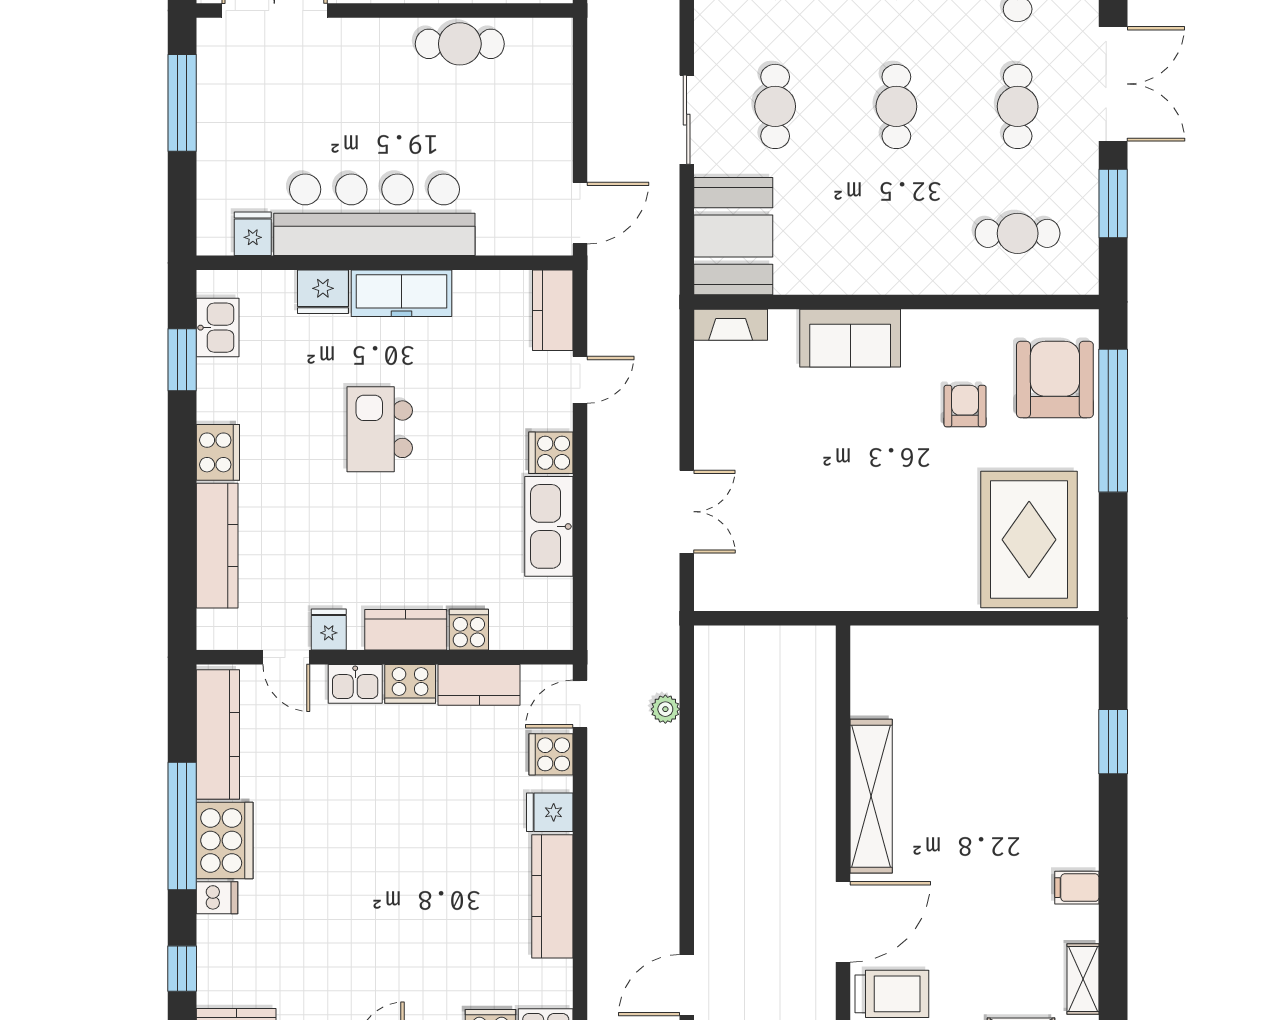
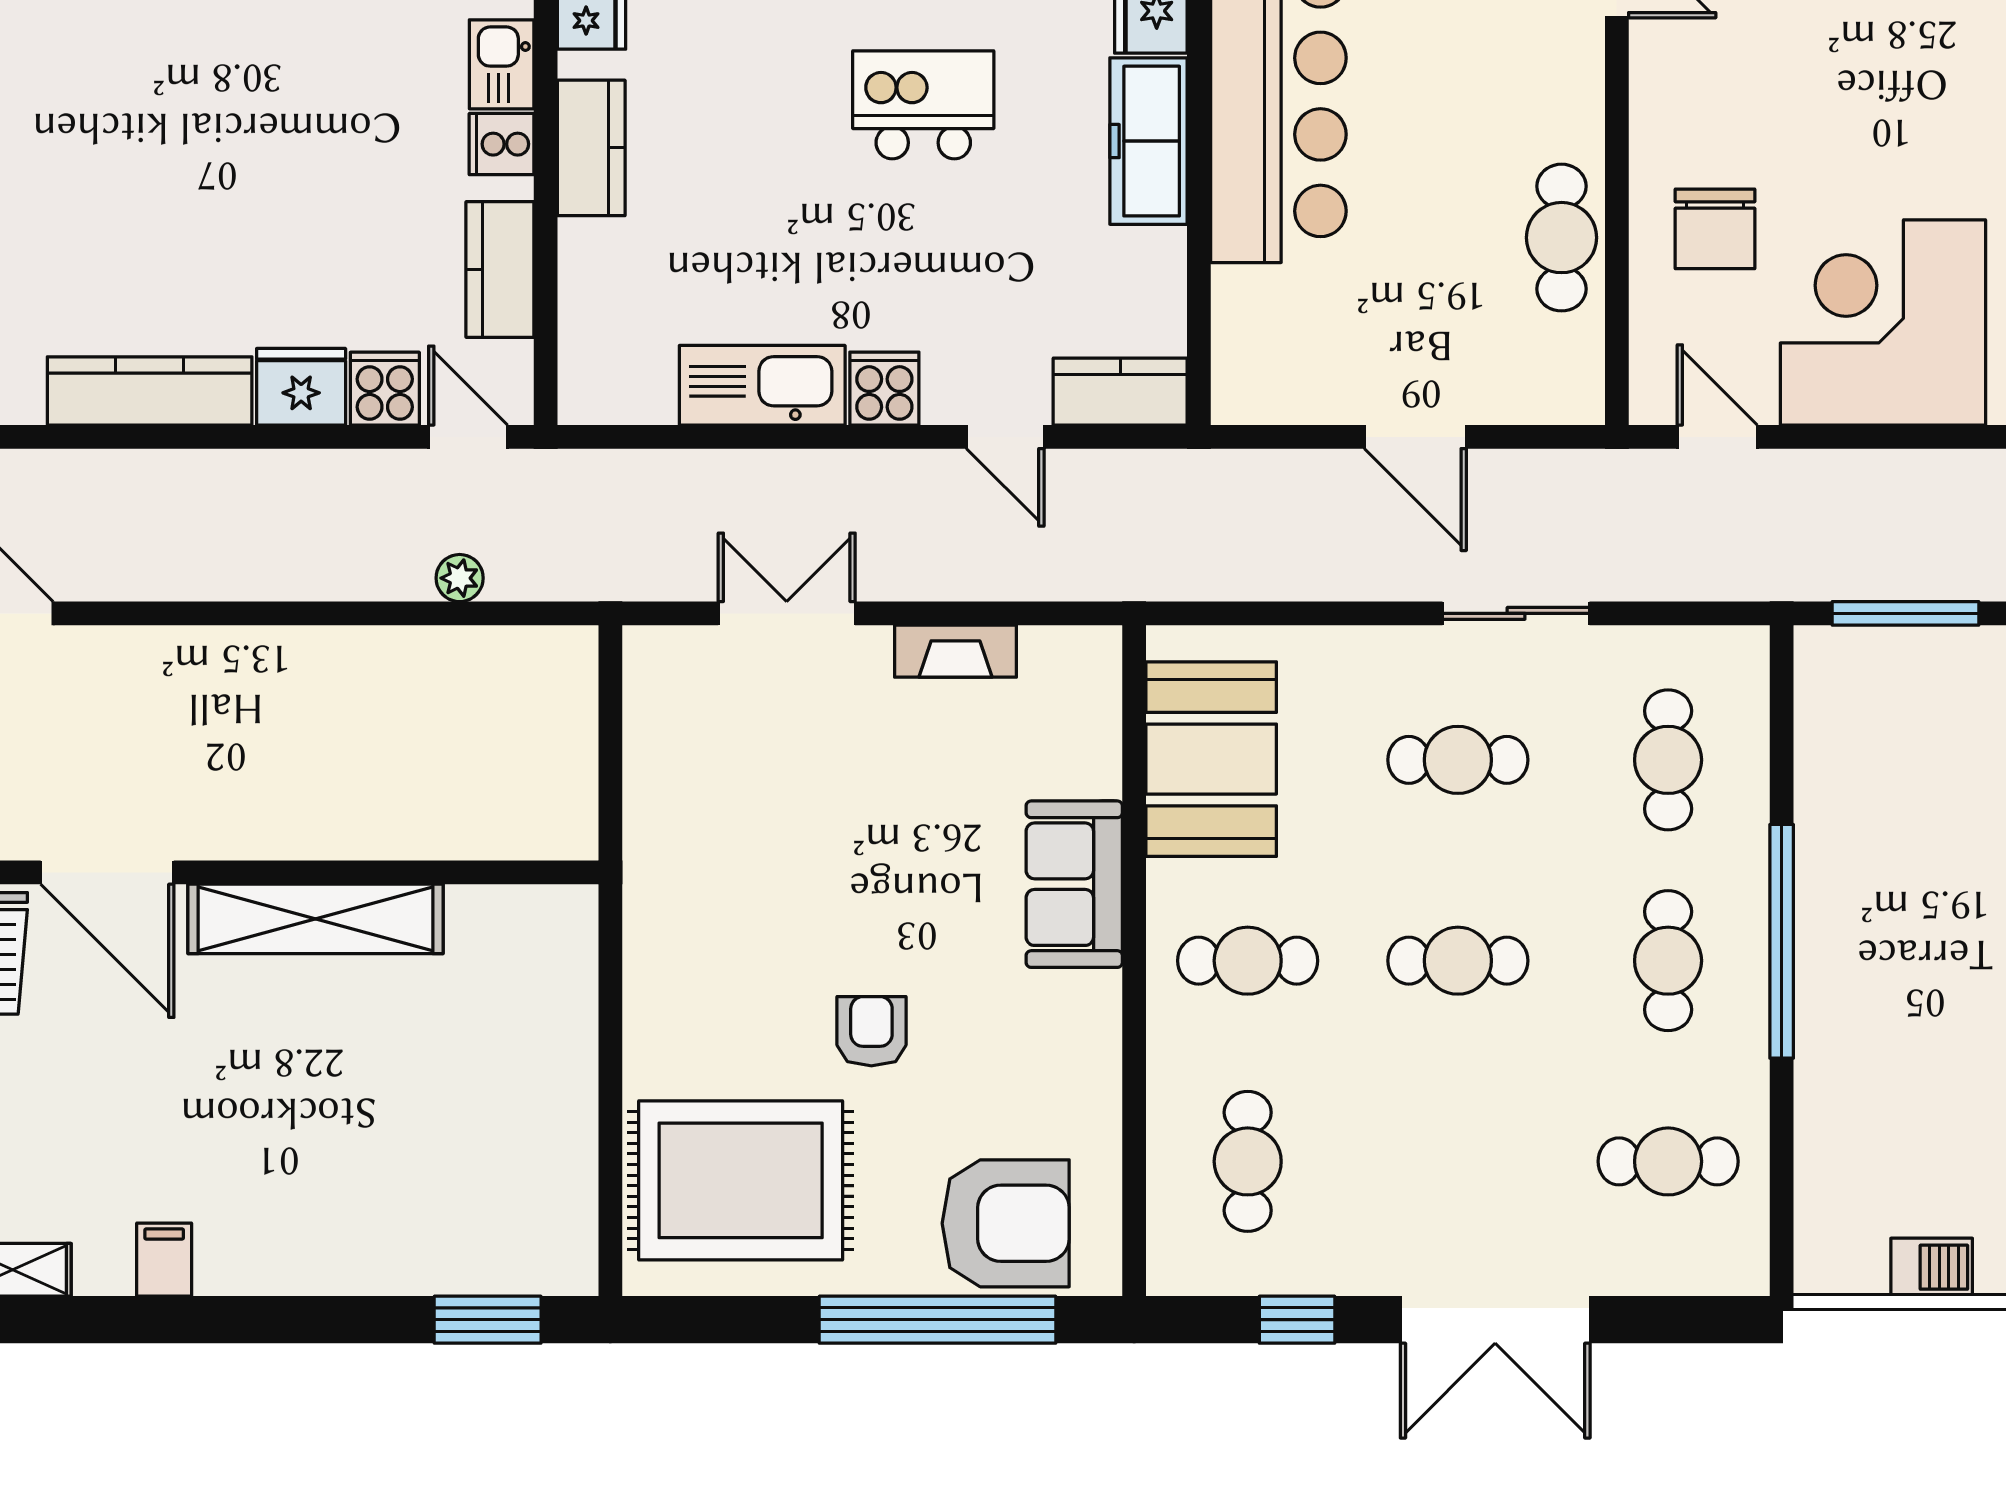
cafe table: (1018, 106) -> (1248, 961), moved
sliding door: (687, 120) -> (1516, 613), moved
window: (1113, 204) -> (1297, 1320), width x0.67
door: (580, 213) -> (1415, 437), moved
booth: (733, 236) -> (1211, 759), moved, turned 90
fireplace: (731, 325) -> (955, 651), moved, turned -90
armchair: (965, 406) -> (871, 1031), moved, turned -90
double door: (687, 512) -> (787, 613), swing flipped
cooker: (469, 630) -> (591, 253), removed
cooker: (410, 684) -> (502, 144), width x0.73
window: (1113, 742) -> (488, 1320), moved
fridge: (550, 812) -> (301, 387), width x1.38

